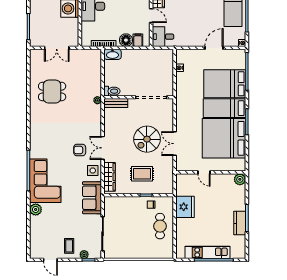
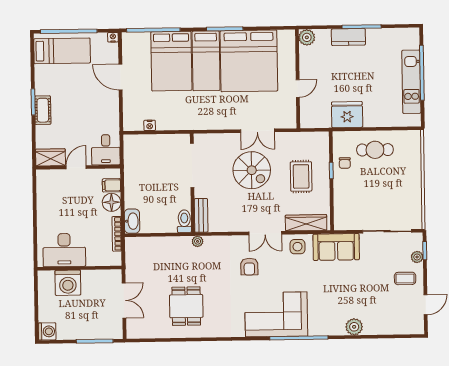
armchair: (80, 150) -> (249, 267), moved
corner sofa: (45, 181) -> (276, 314), moved
kitchen counter: (240, 223) -> (348, 37), moved

